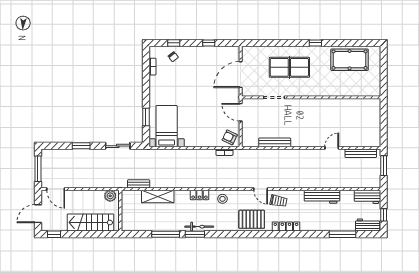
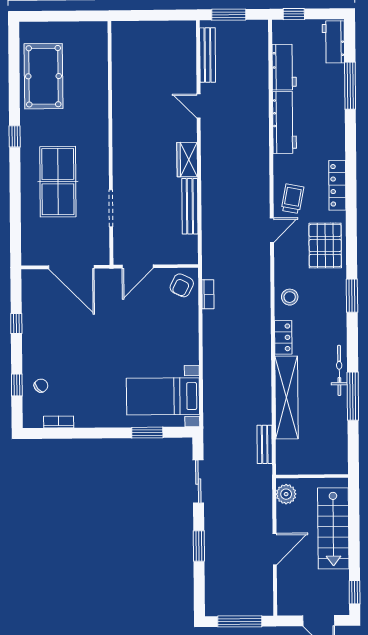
wardrobe: (301, 141) -> (187, 160), added
door: (56, 189) -> (275, 549), moved
shelving: (158, 197) -> (286, 398), width x1.47
workbench: (367, 197) -> (284, 67), moved
window: (384, 215) -> (294, 14), moved
bicycle: (199, 227) -> (339, 370), moved
window: (195, 234) -> (352, 296), moved

